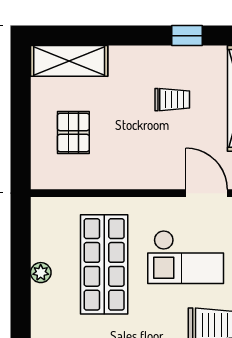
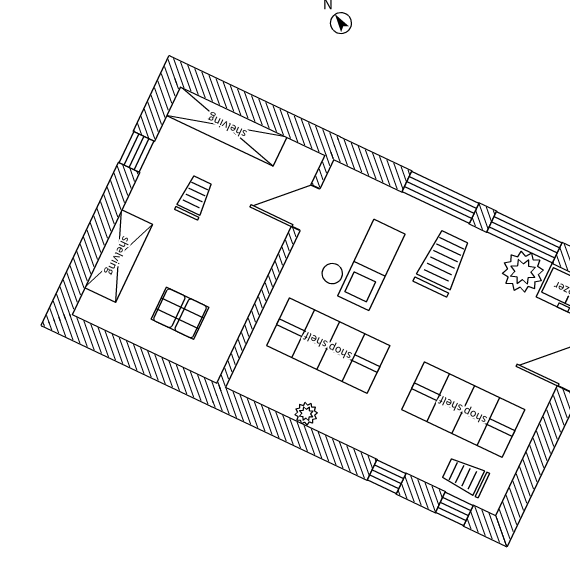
shelving: (69, 61) -> (118, 256), moved

